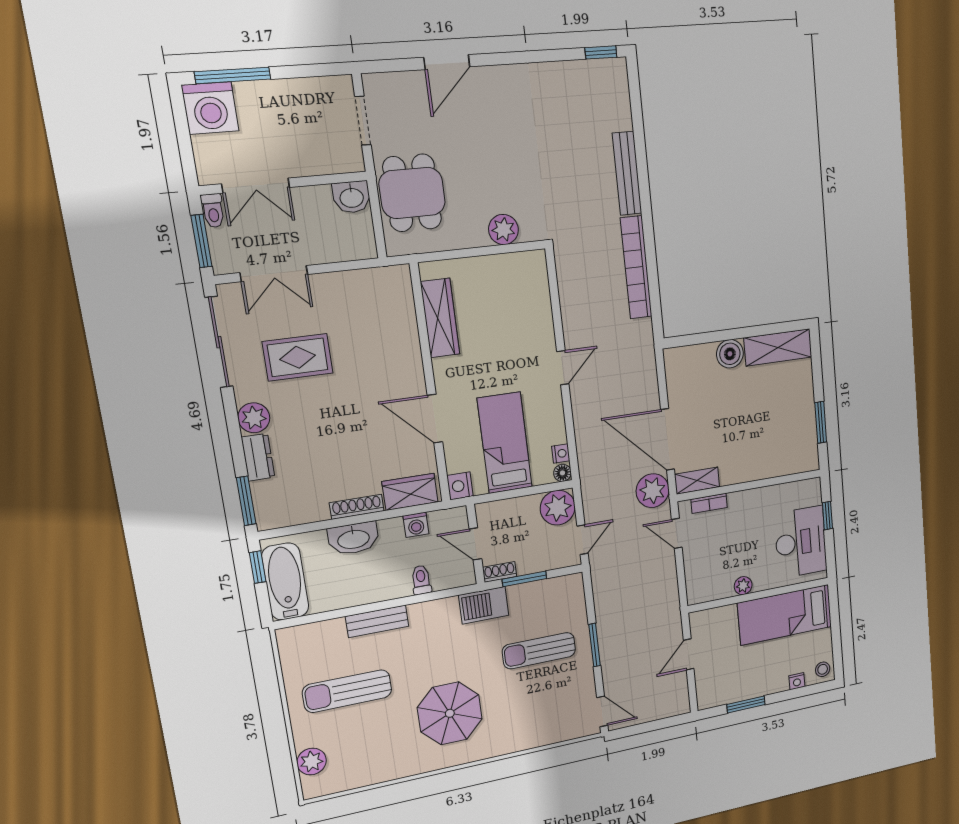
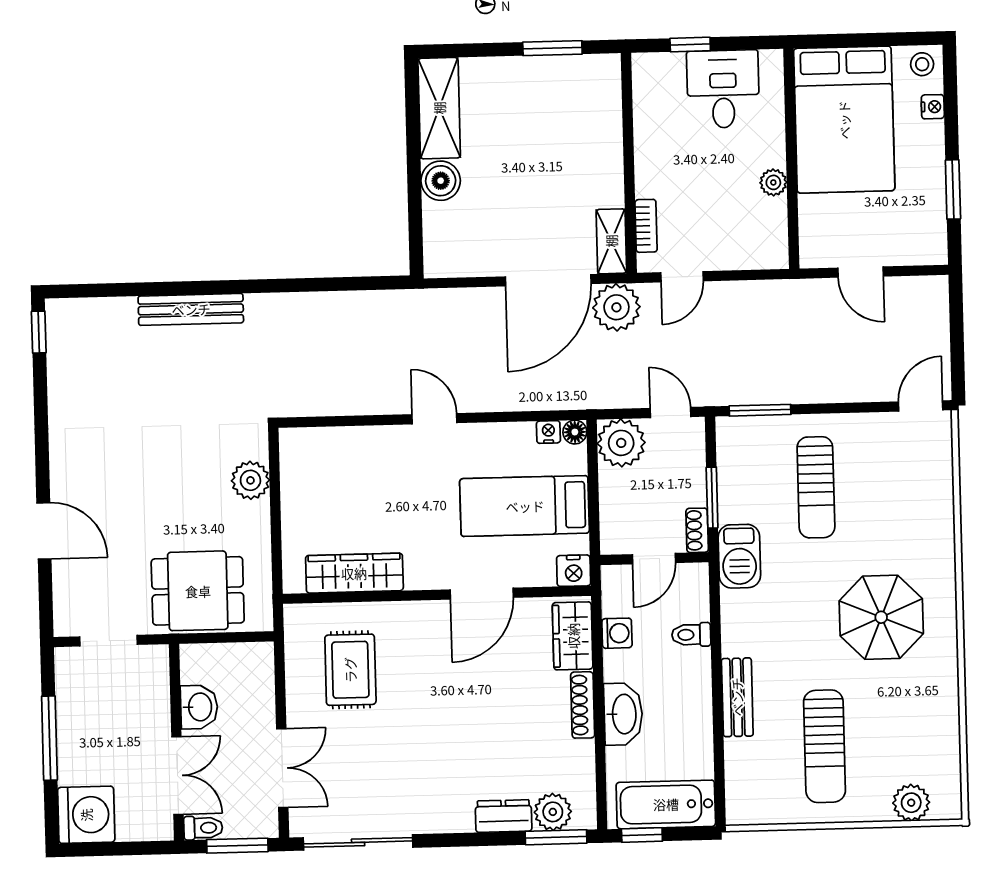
window: (233, 75) -> (49, 738), moved
washbasin: (352, 197) -> (199, 707), moved
bookcase: (636, 267) -> (313, 307), removed
rug: (298, 357) -> (350, 670), moved
plant: (254, 418) -> (553, 812), moved
desk: (801, 542) -> (723, 89), width x0.73
bed: (785, 615) -> (844, 120), width x1.50
window: (595, 645) -> (760, 410), moved

